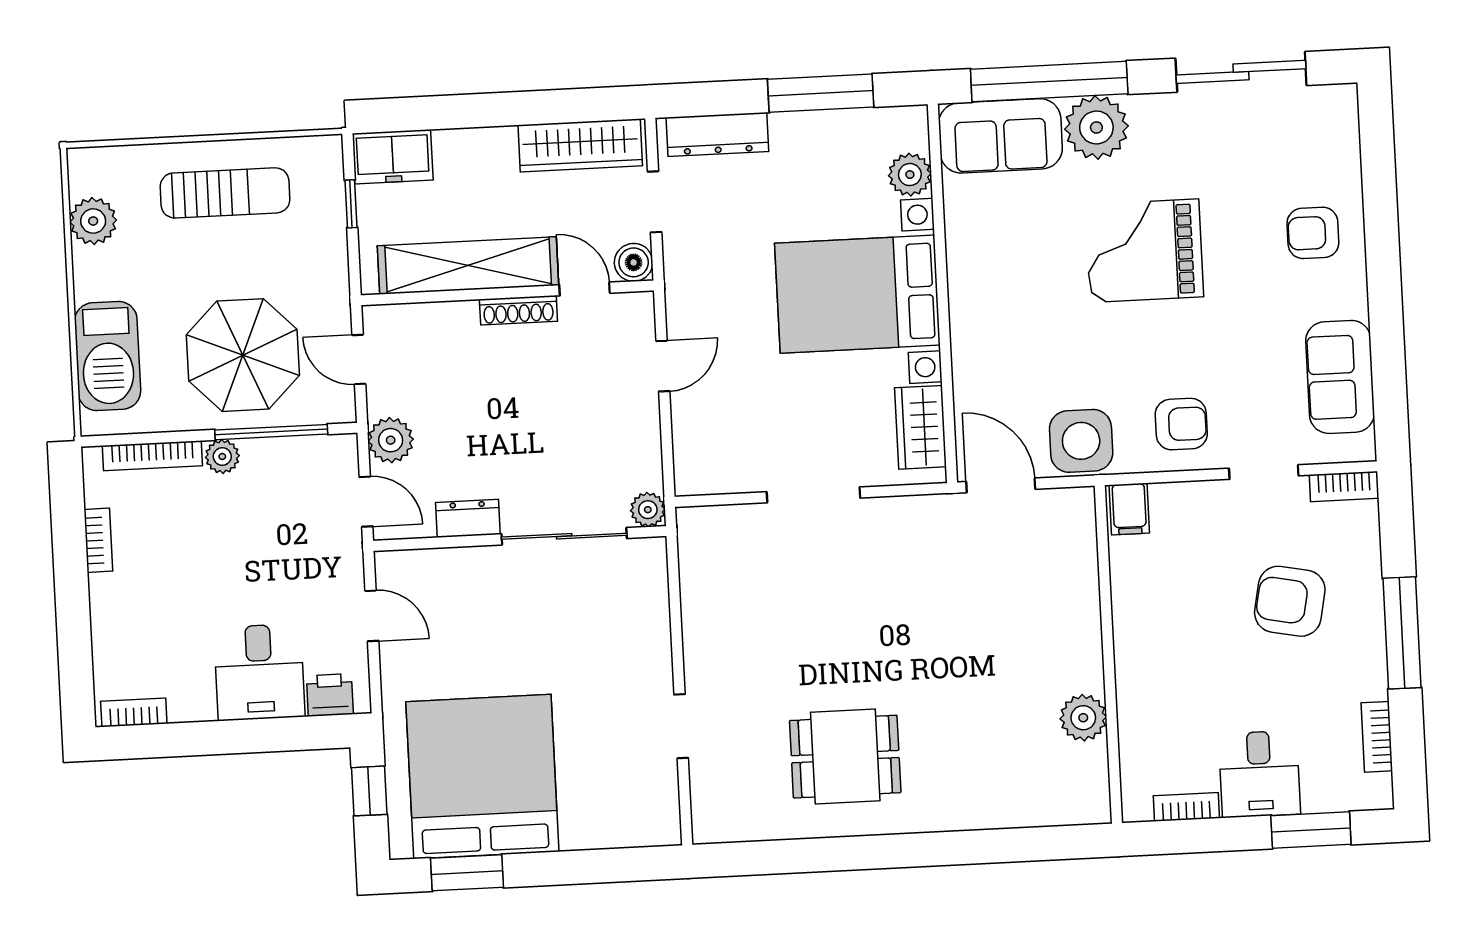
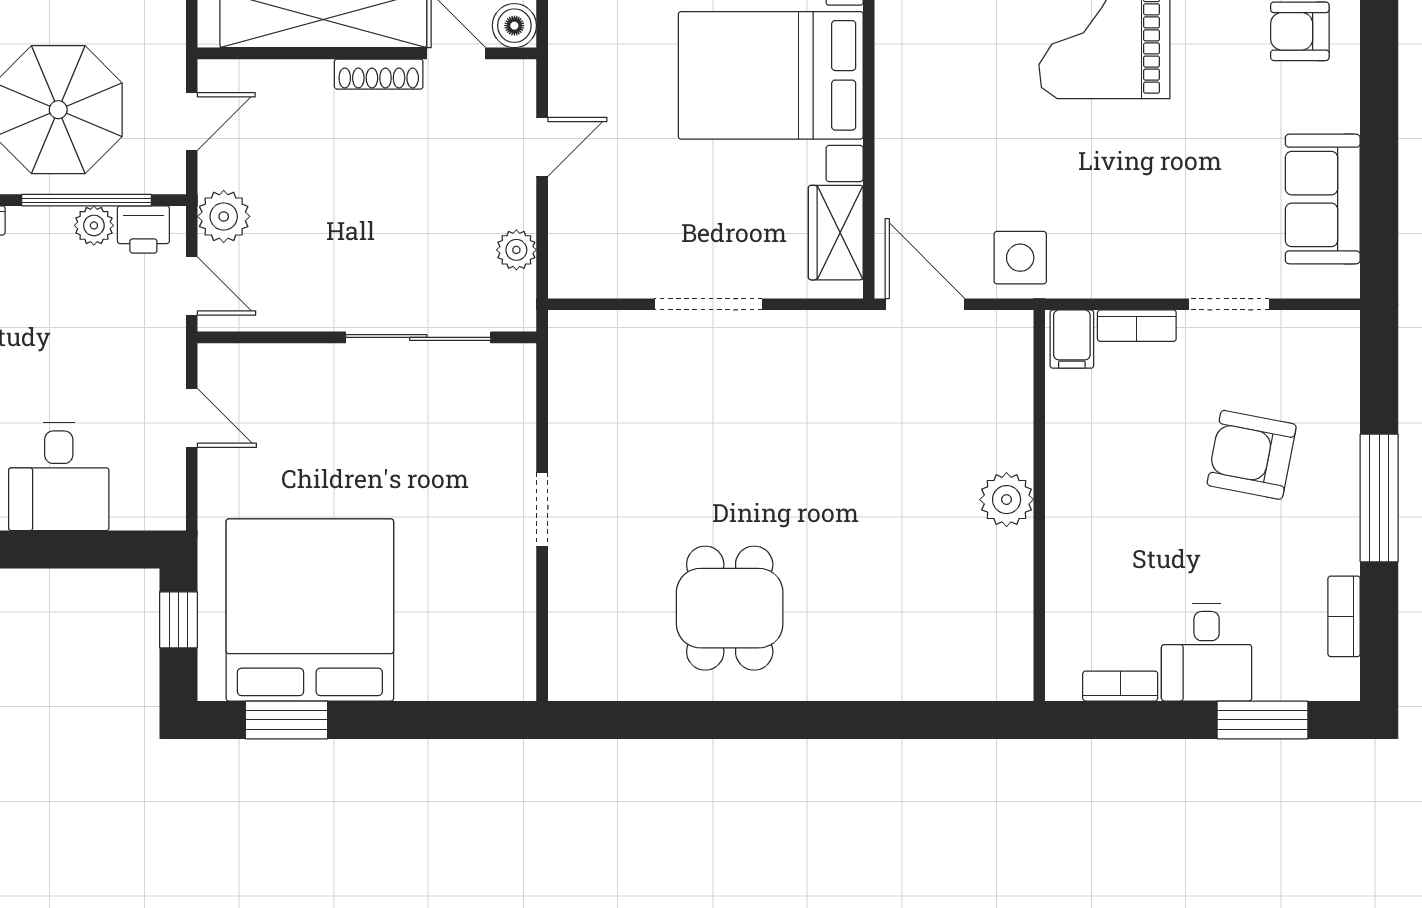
door: (359, 360) -> (192, 122), swing flipped
armchair: (1181, 424) -> (1137, 244), removed
side table: (1081, 441) -> (1020, 258), width x0.73, depth x0.73
plant: (222, 456) -> (94, 225), moved
bookcase: (1344, 487) -> (1137, 326), moved
plant: (648, 510) -> (516, 250), moved
dresser: (468, 518) -> (308, 311), removed
printer: (330, 695) -> (143, 229), moved, turned 180
plant: (1083, 718) -> (1007, 500), moved
doorway: (681, 726) -> (542, 510), moved
dining table: (845, 757) -> (730, 608), turned 90

